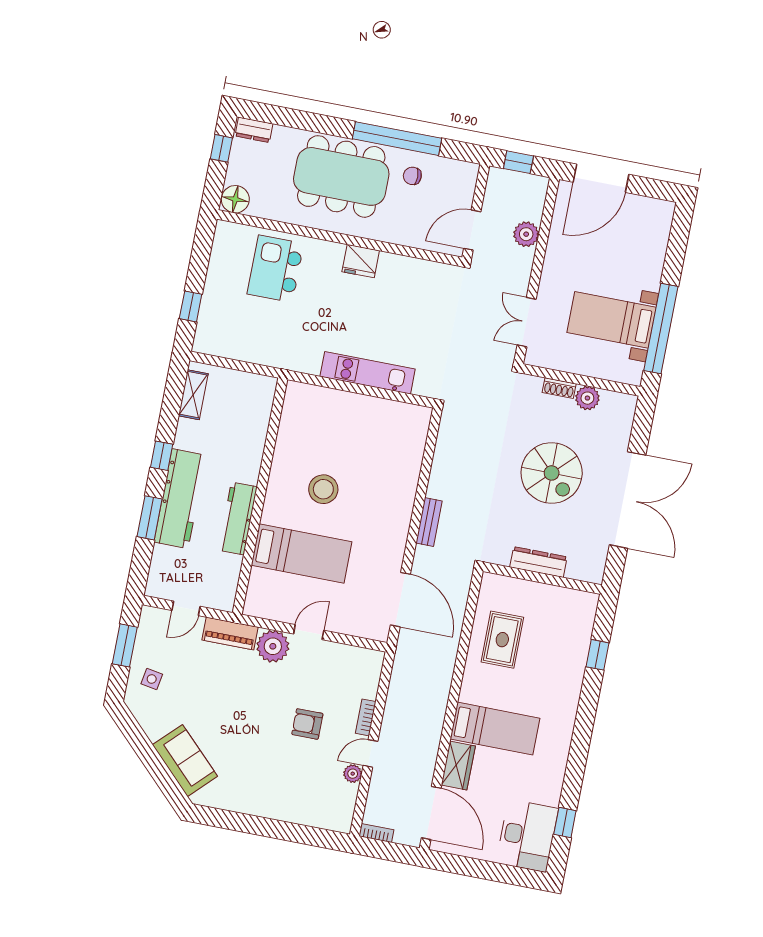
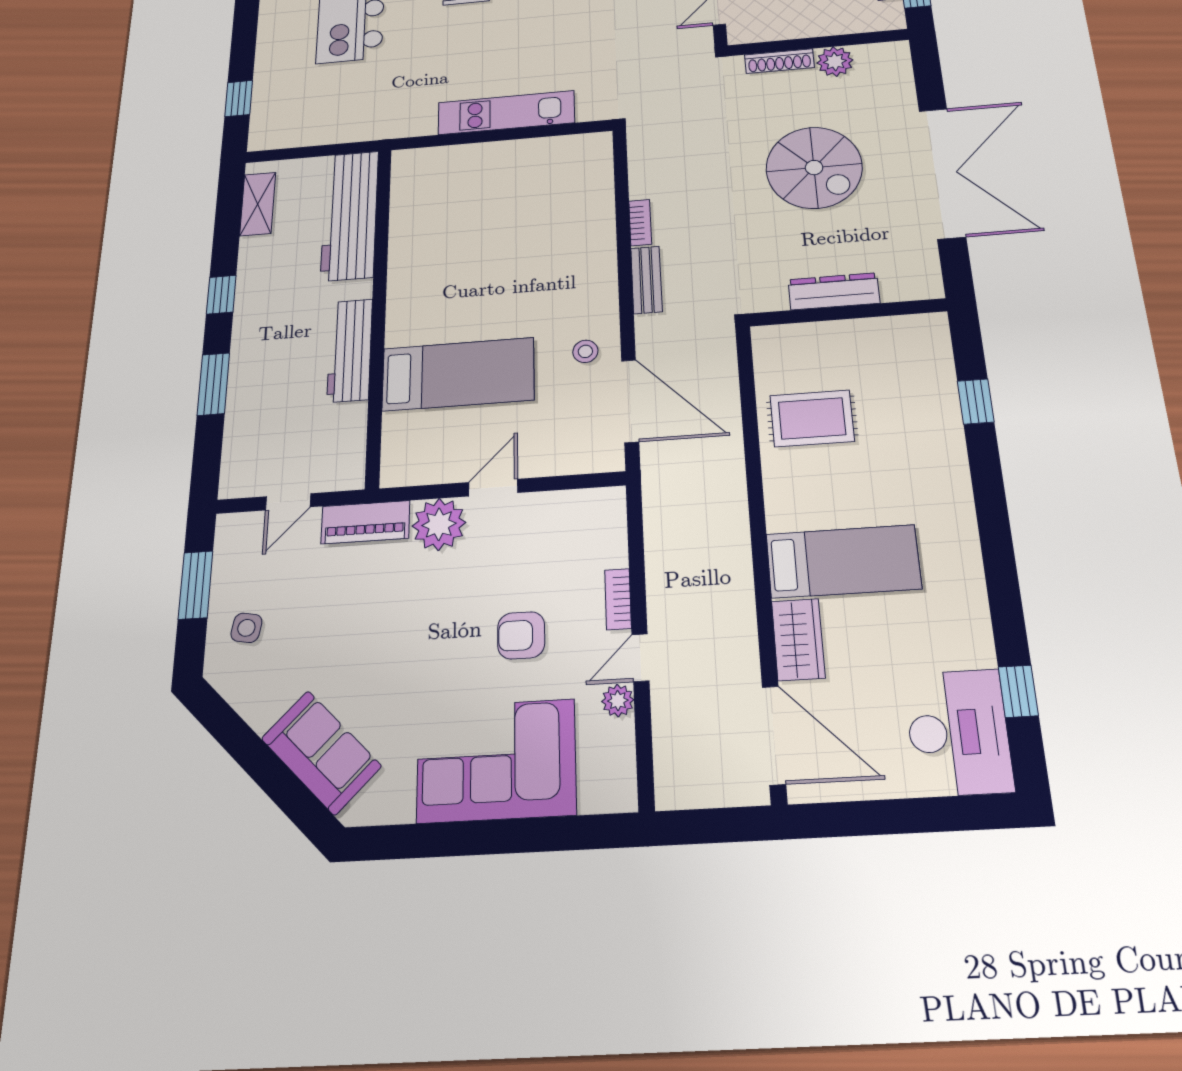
shoe rack: (559, 388) -> (779, 61), width x1.43
stool: (323, 489) -> (585, 351), moved, width x0.53, depth x0.53
workbench: (180, 499) -> (350, 215), moved, turned 180
rug: (502, 640) -> (812, 418), turned 90
corner sofa: (280, 789) -> (496, 761), added
bookcase: (376, 833) -> (640, 223), moved, turned 90

